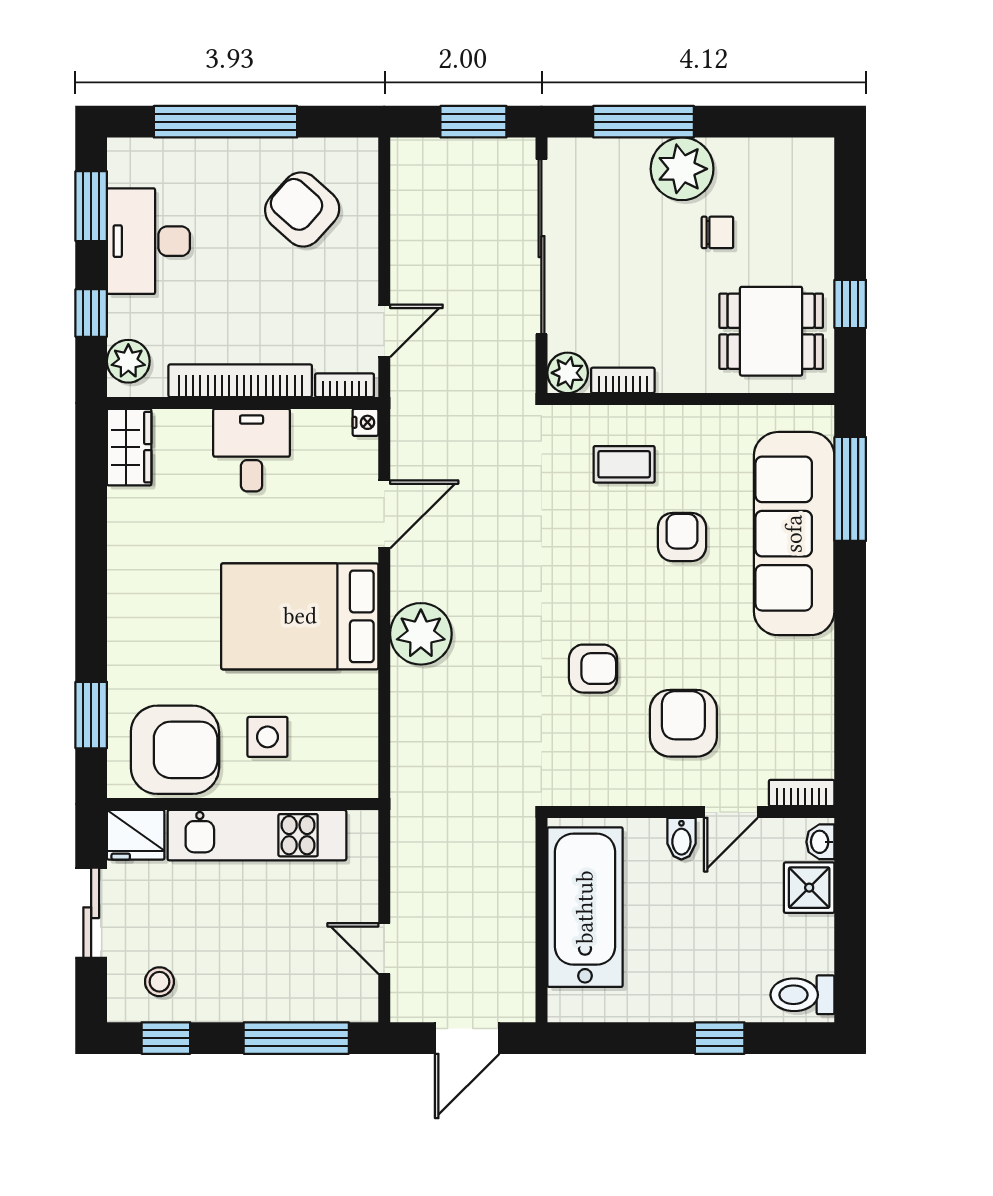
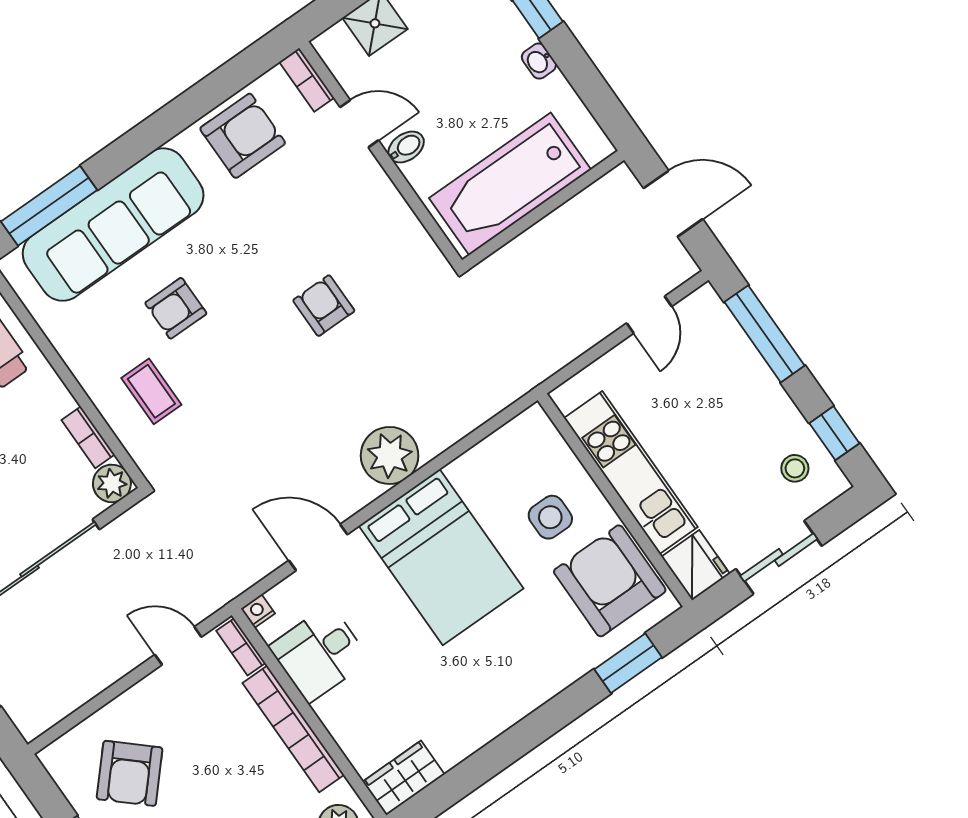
desk: (252, 450) -> (319, 653), moved
armchair: (683, 723) -> (243, 136), moved, turned 180
washbasin: (820, 842) -> (539, 61), moved, turned 90

